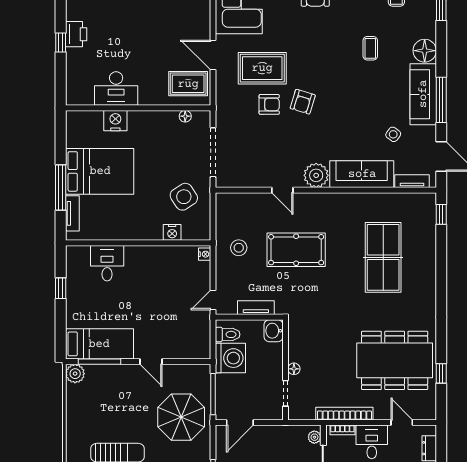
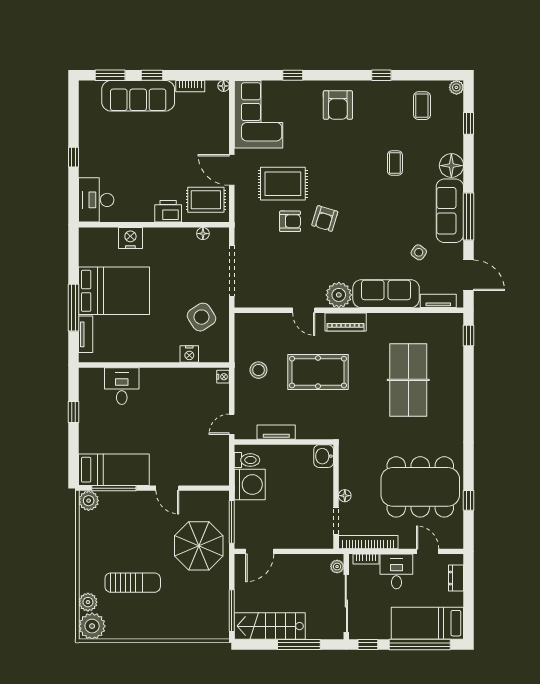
printer: (76, 34) -> (168, 211), moved, turned -90
desk: (116, 88) -> (96, 200), moved, turned 90
piano: (323, 201) -> (346, 322), added
washbasin: (274, 331) -> (324, 456), moved
floor lamp: (294, 369) -> (345, 496), moved
wall: (285, 370) -> (336, 497), moved
doorway: (285, 393) -> (336, 521), moved

